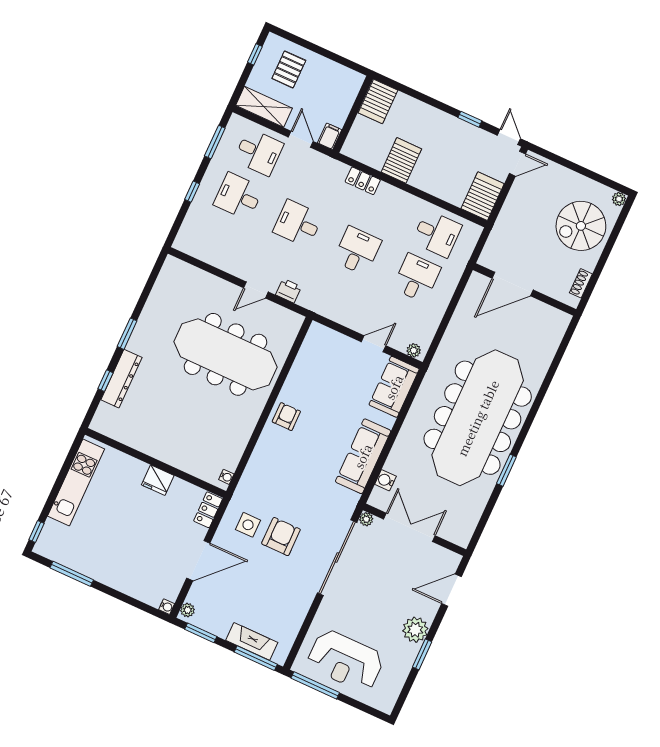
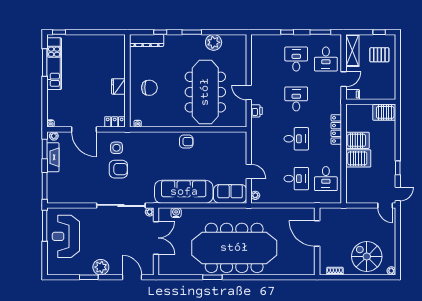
locker: (363, 181) -> (336, 129), width x1.53
server rack: (483, 196) -> (358, 158), moved
plant: (157, 308) -> (214, 42), added
dresser: (121, 379) -> (147, 40), moved
chair: (181, 435) -> (149, 88), added
sofa: (363, 456) -> (184, 192), width x1.36, depth x1.27
kitchen unit: (76, 483) -> (54, 64), moved, turned -90
fireplace: (252, 641) -> (53, 157), moved

